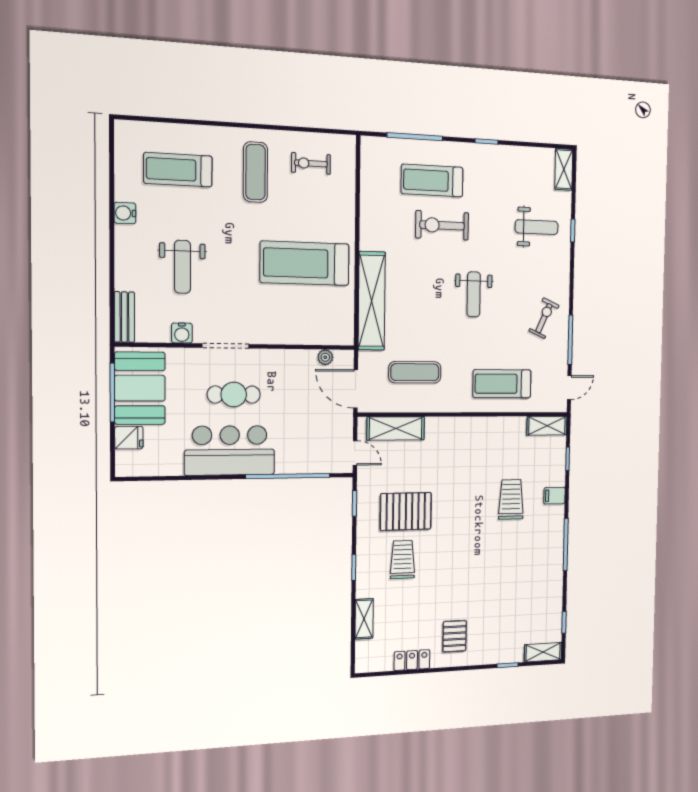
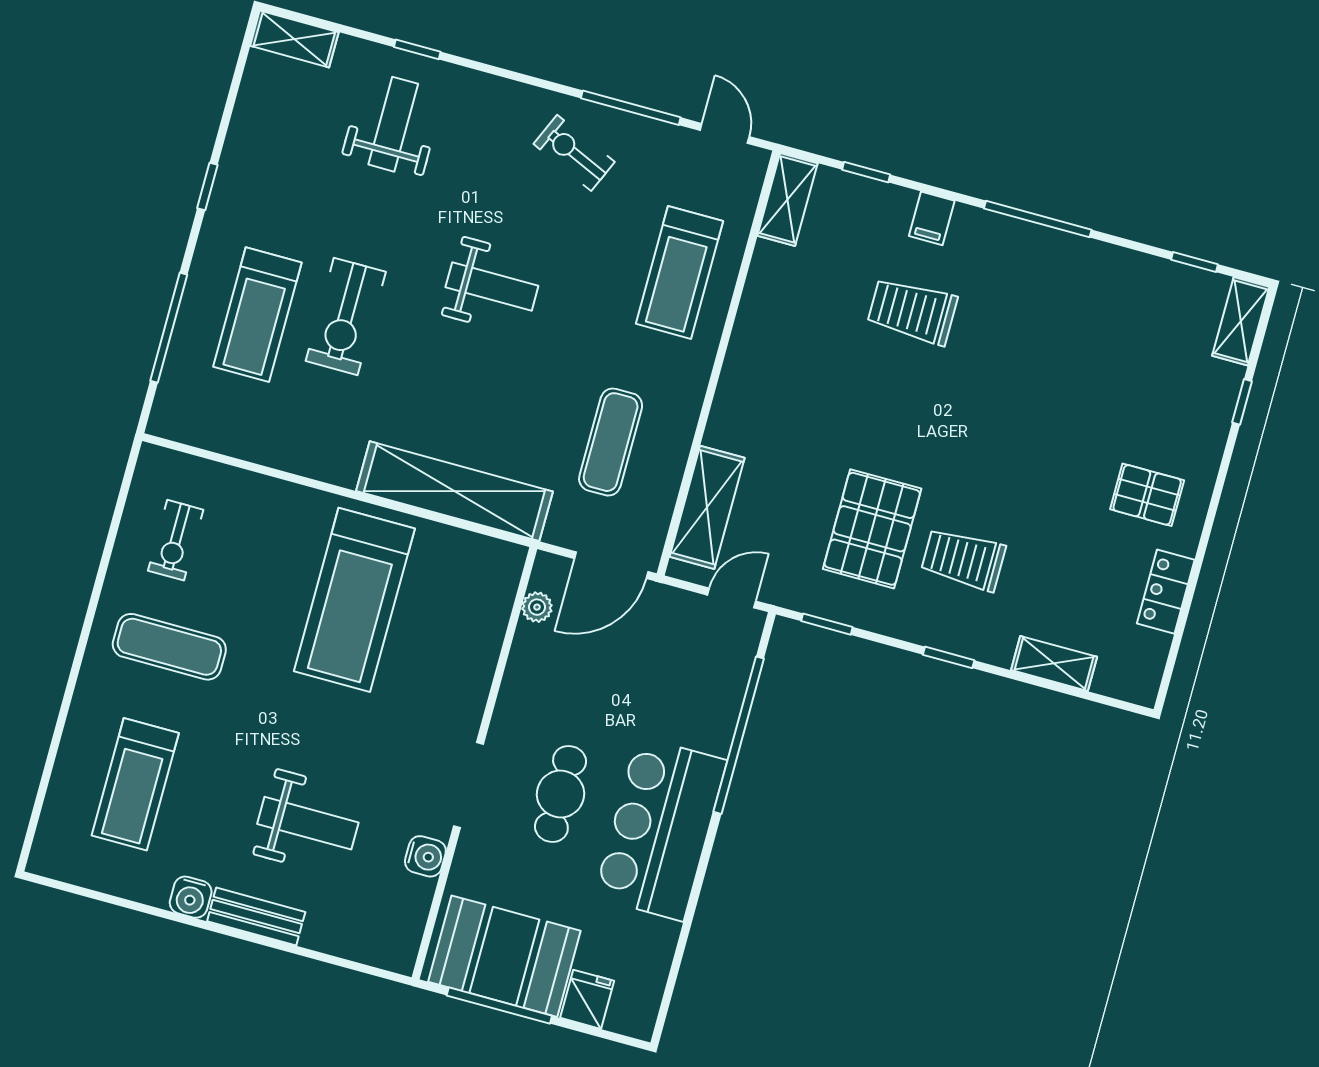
bench: (124, 317) -> (256, 917), moved

